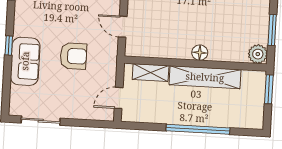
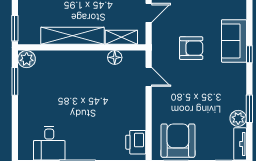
floor lamp: (200, 53) -> (115, 57), moved
armchair: (73, 56) -> (191, 48), turned 180

